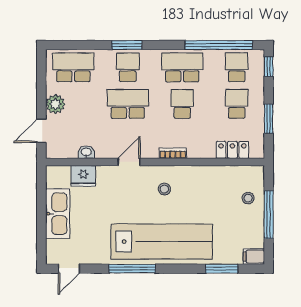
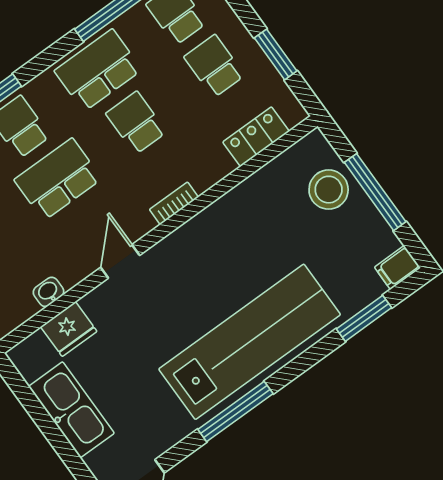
stool: (164, 189) -> (199, 264), removed
stool: (248, 198) -> (329, 190), width x1.89, depth x1.89

